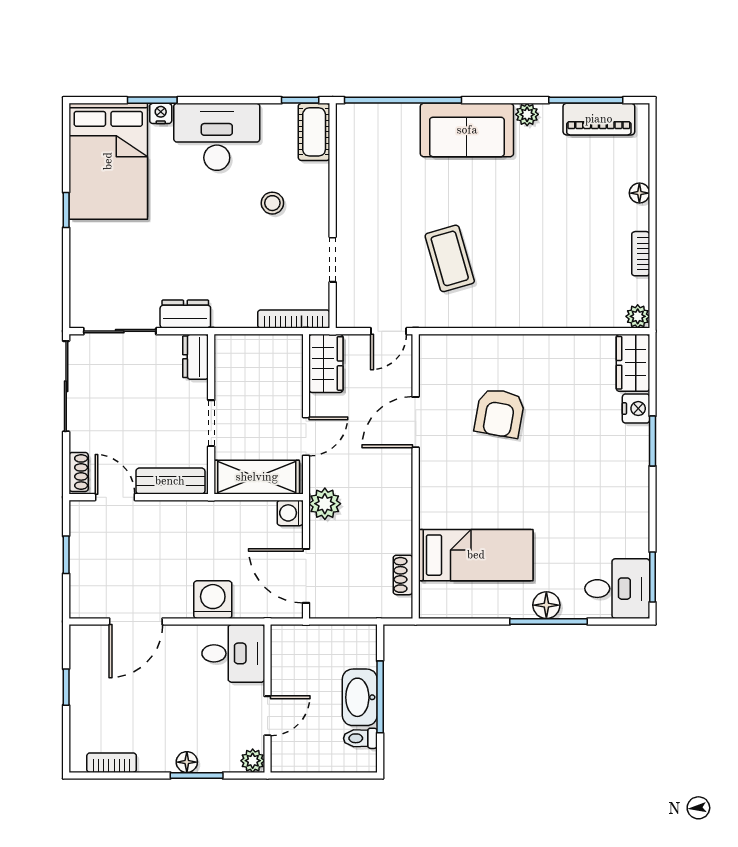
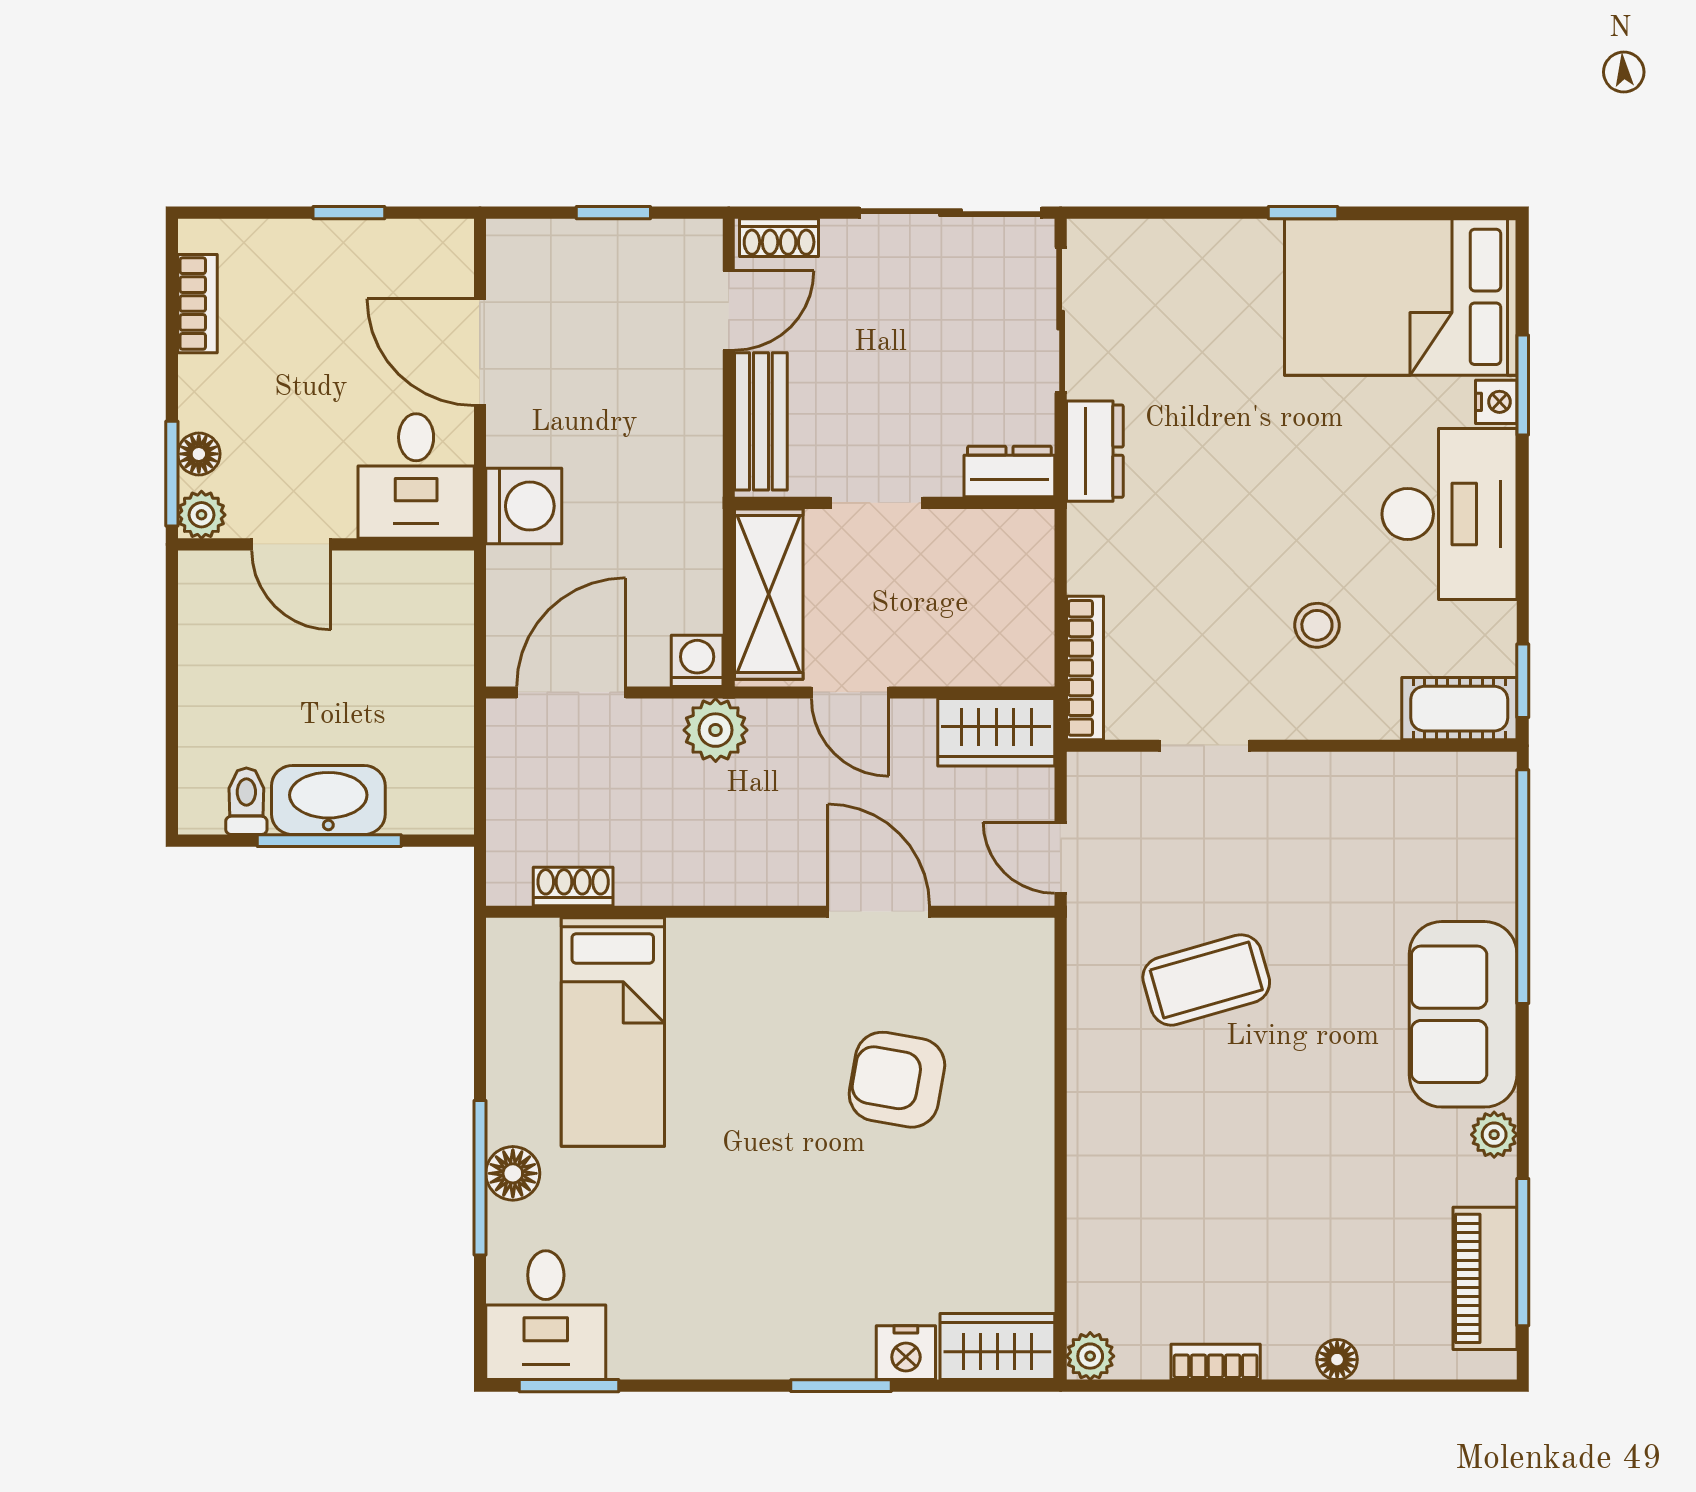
desk: (233, 653) -> (416, 476), moved
wall: (267, 698) -> (326, 544), moved
door: (267, 716) -> (291, 544), moved
plant: (253, 761) -> (201, 515), moved

